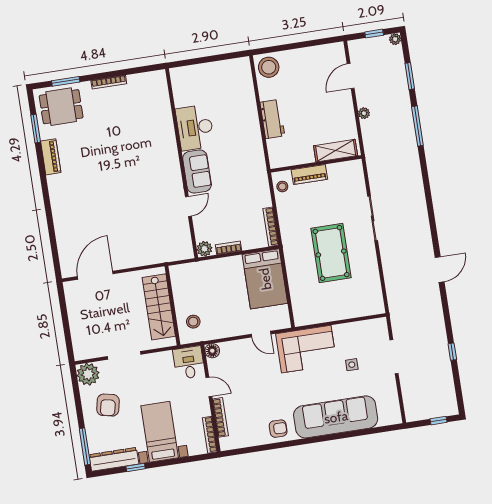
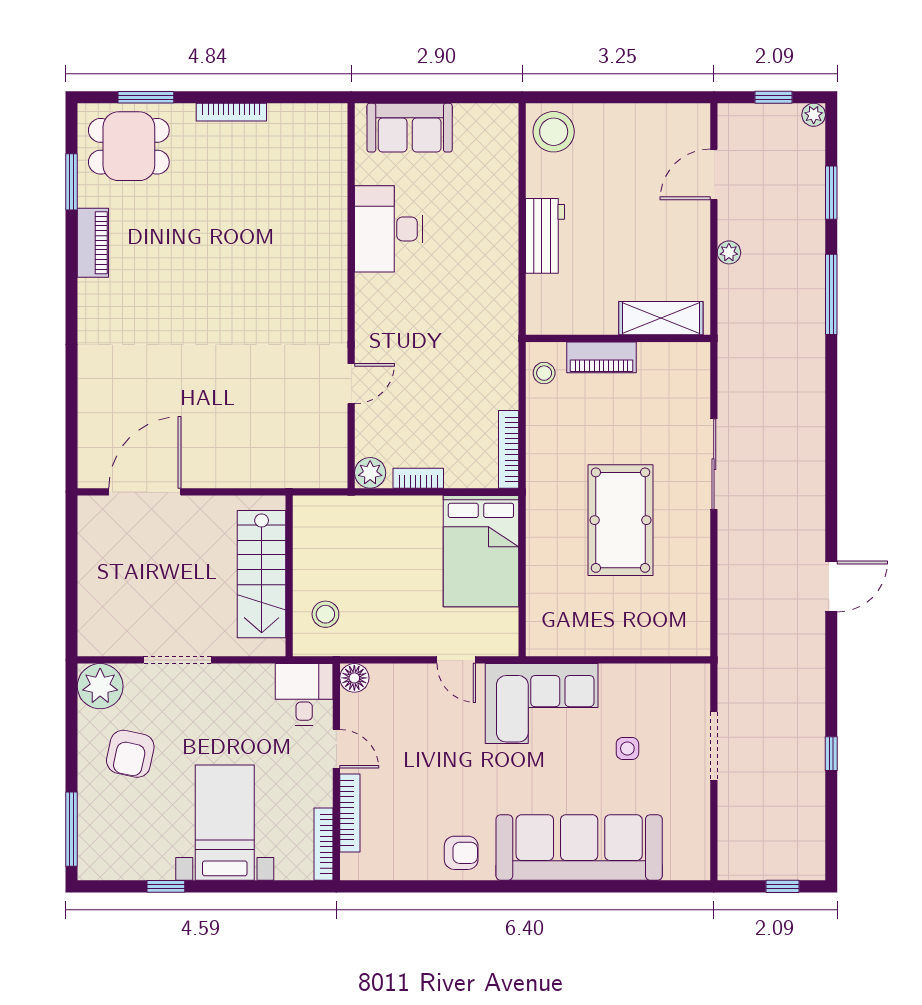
sofa: (197, 172) -> (410, 128), moved, turned 90
dresser: (114, 459) -> (125, 863), removed

